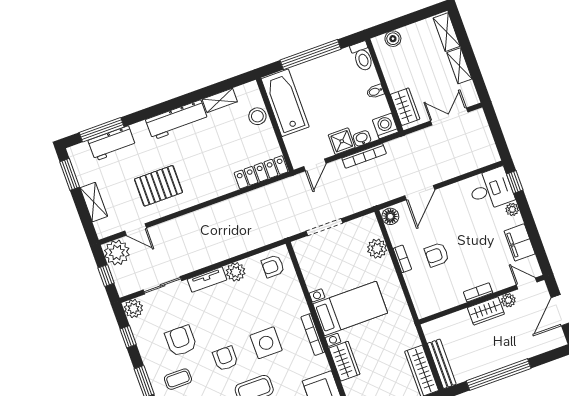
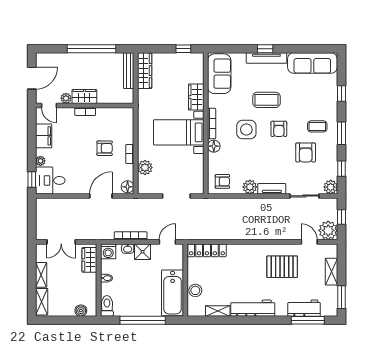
floor lamp: (300, 307) -> (214, 146), added

